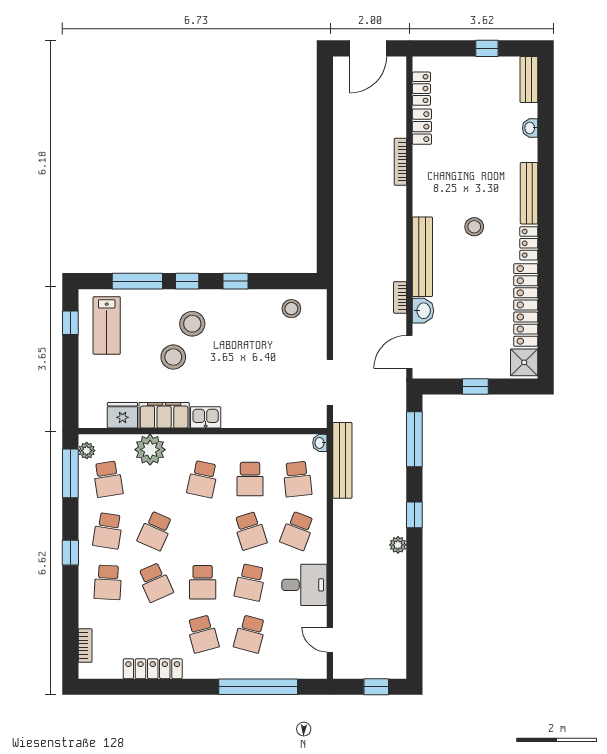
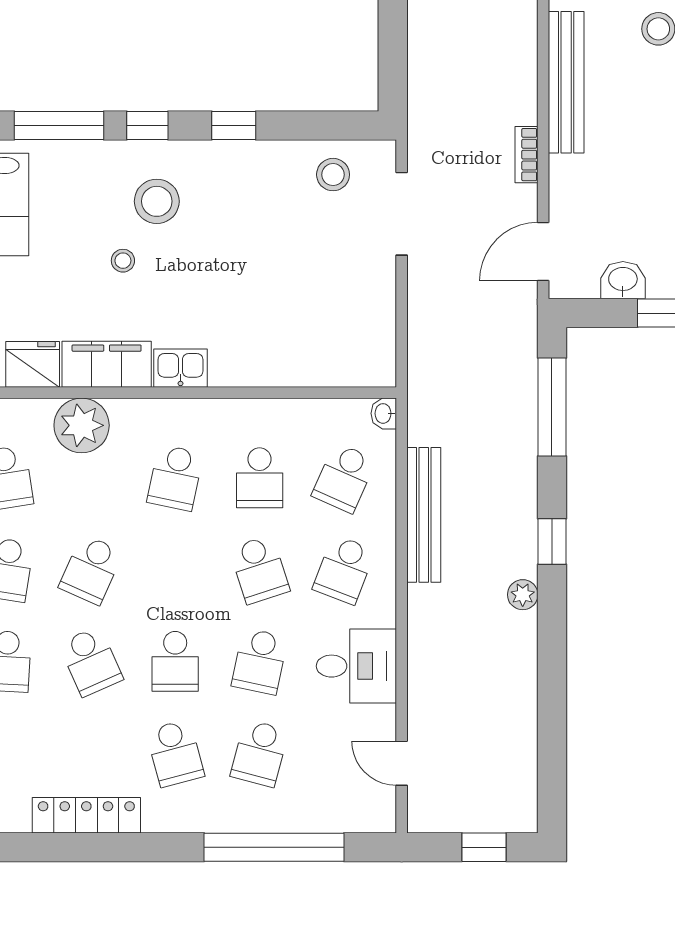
washbasin: (423, 311) -> (623, 280), moved, turned -90
stool: (173, 357) -> (123, 261), width x0.53, depth x0.53
doorway: (330, 382) -> (402, 214), moved
bench: (342, 460) -> (424, 515), moved
school desk: (297, 479) -> (344, 478), turned 30

